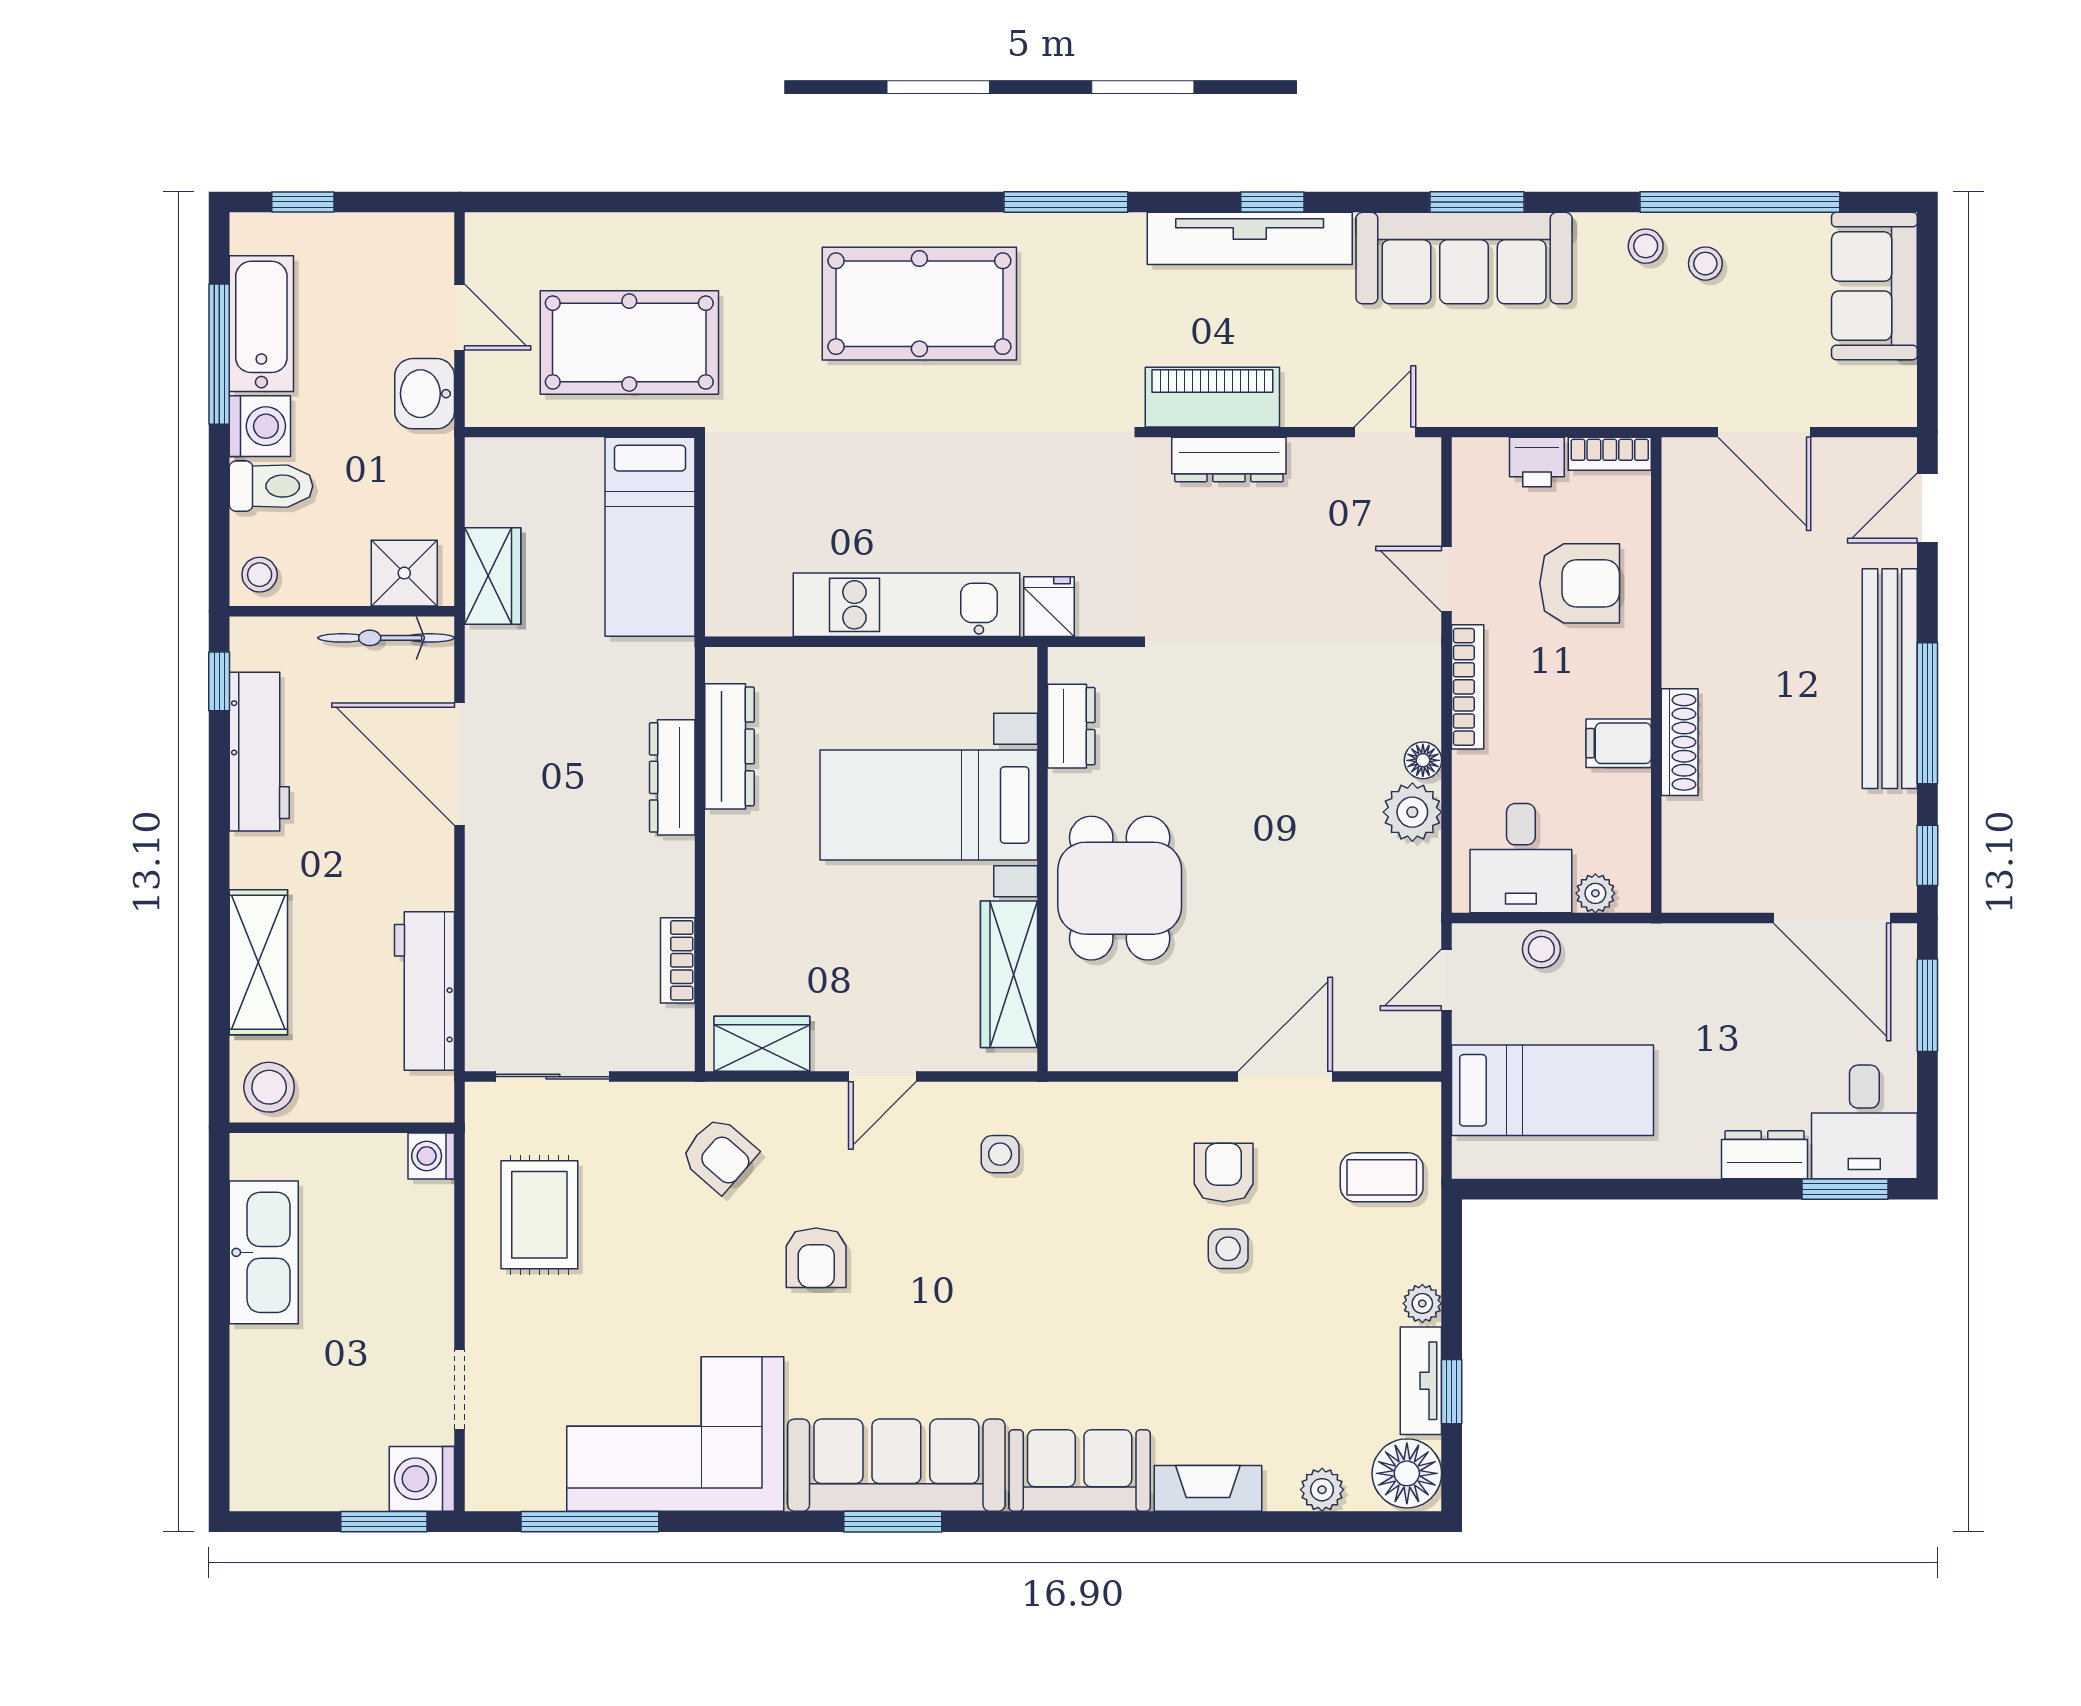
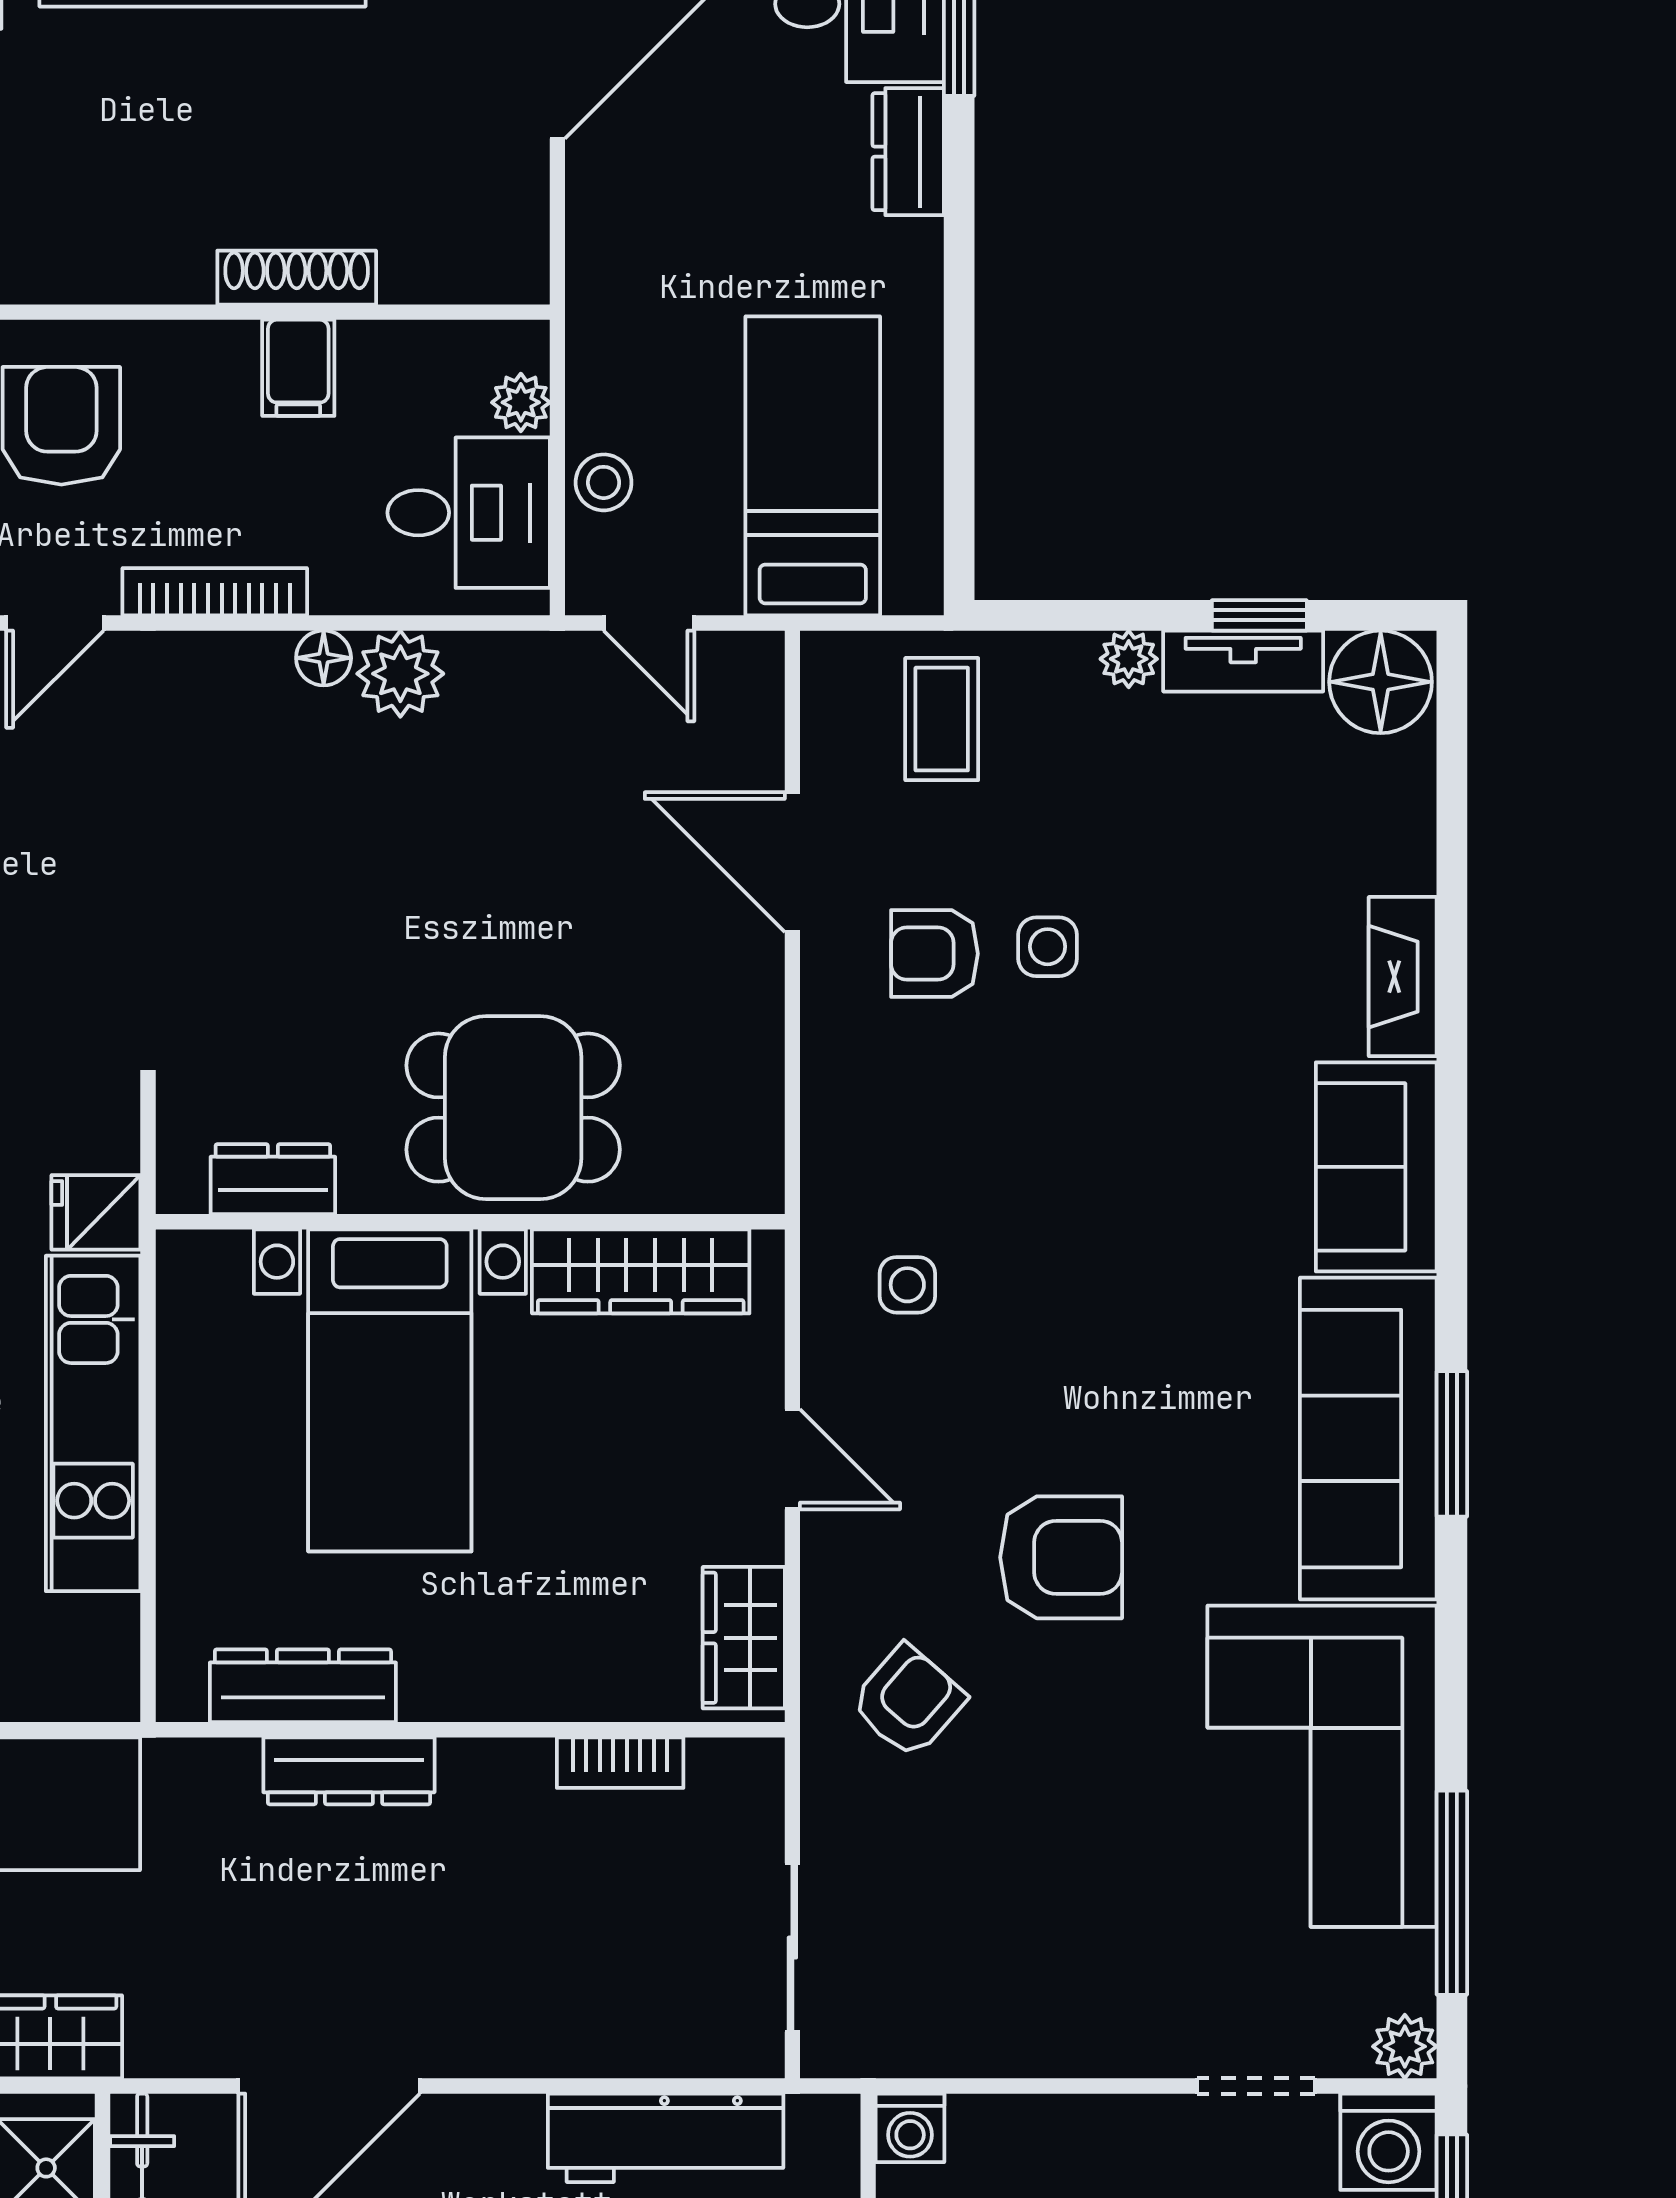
rug: (539, 1215) -> (997, 1968), removed
armchair: (816, 1258) -> (1061, 1557), width x1.38, depth x1.38
plant: (1322, 1490) -> (1405, 2046), moved

